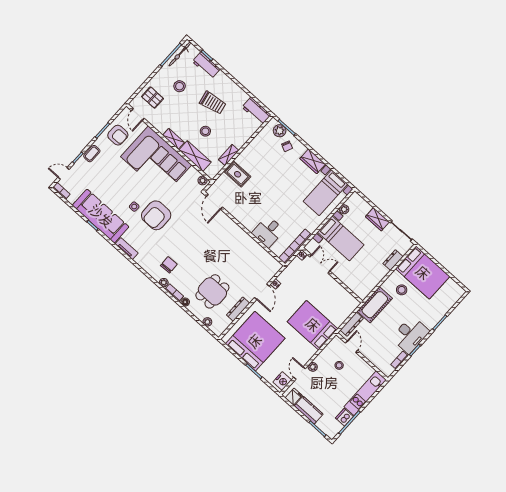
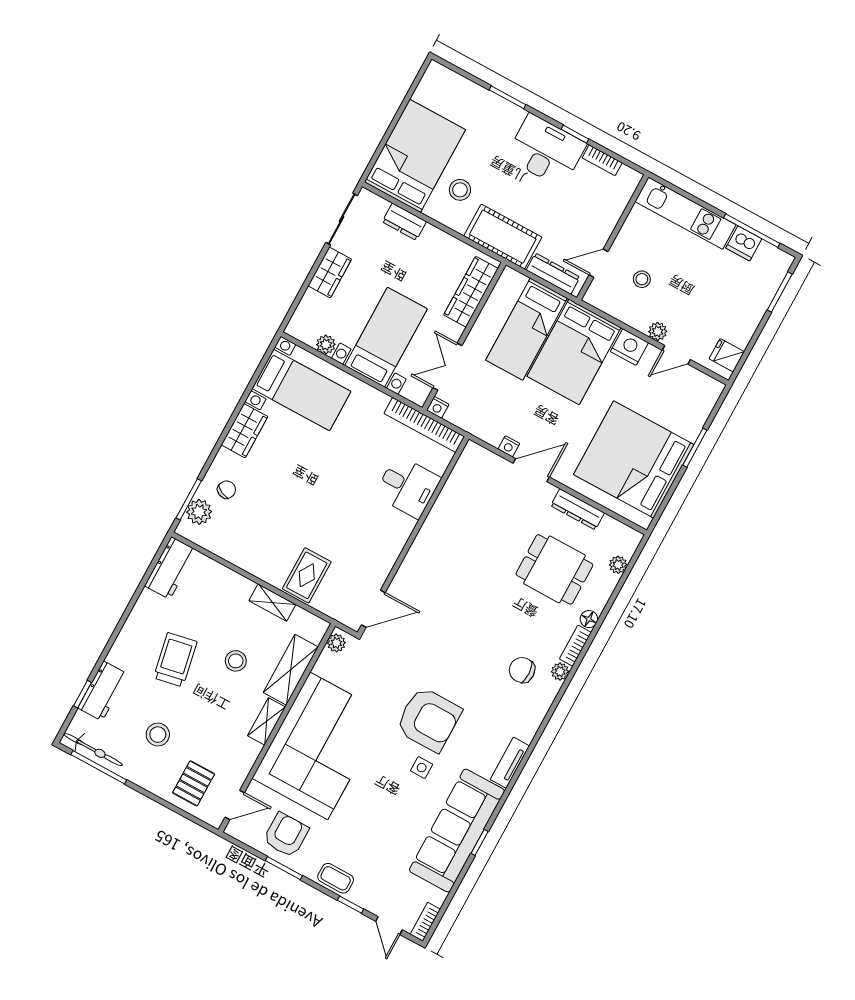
wardrobe: (352, 284) -> (471, 292), added
bed: (329, 305) -> (527, 329), added
nightstand: (282, 381) -> (629, 347), moved
kitchen counter: (309, 410) -> (747, 319), removed

